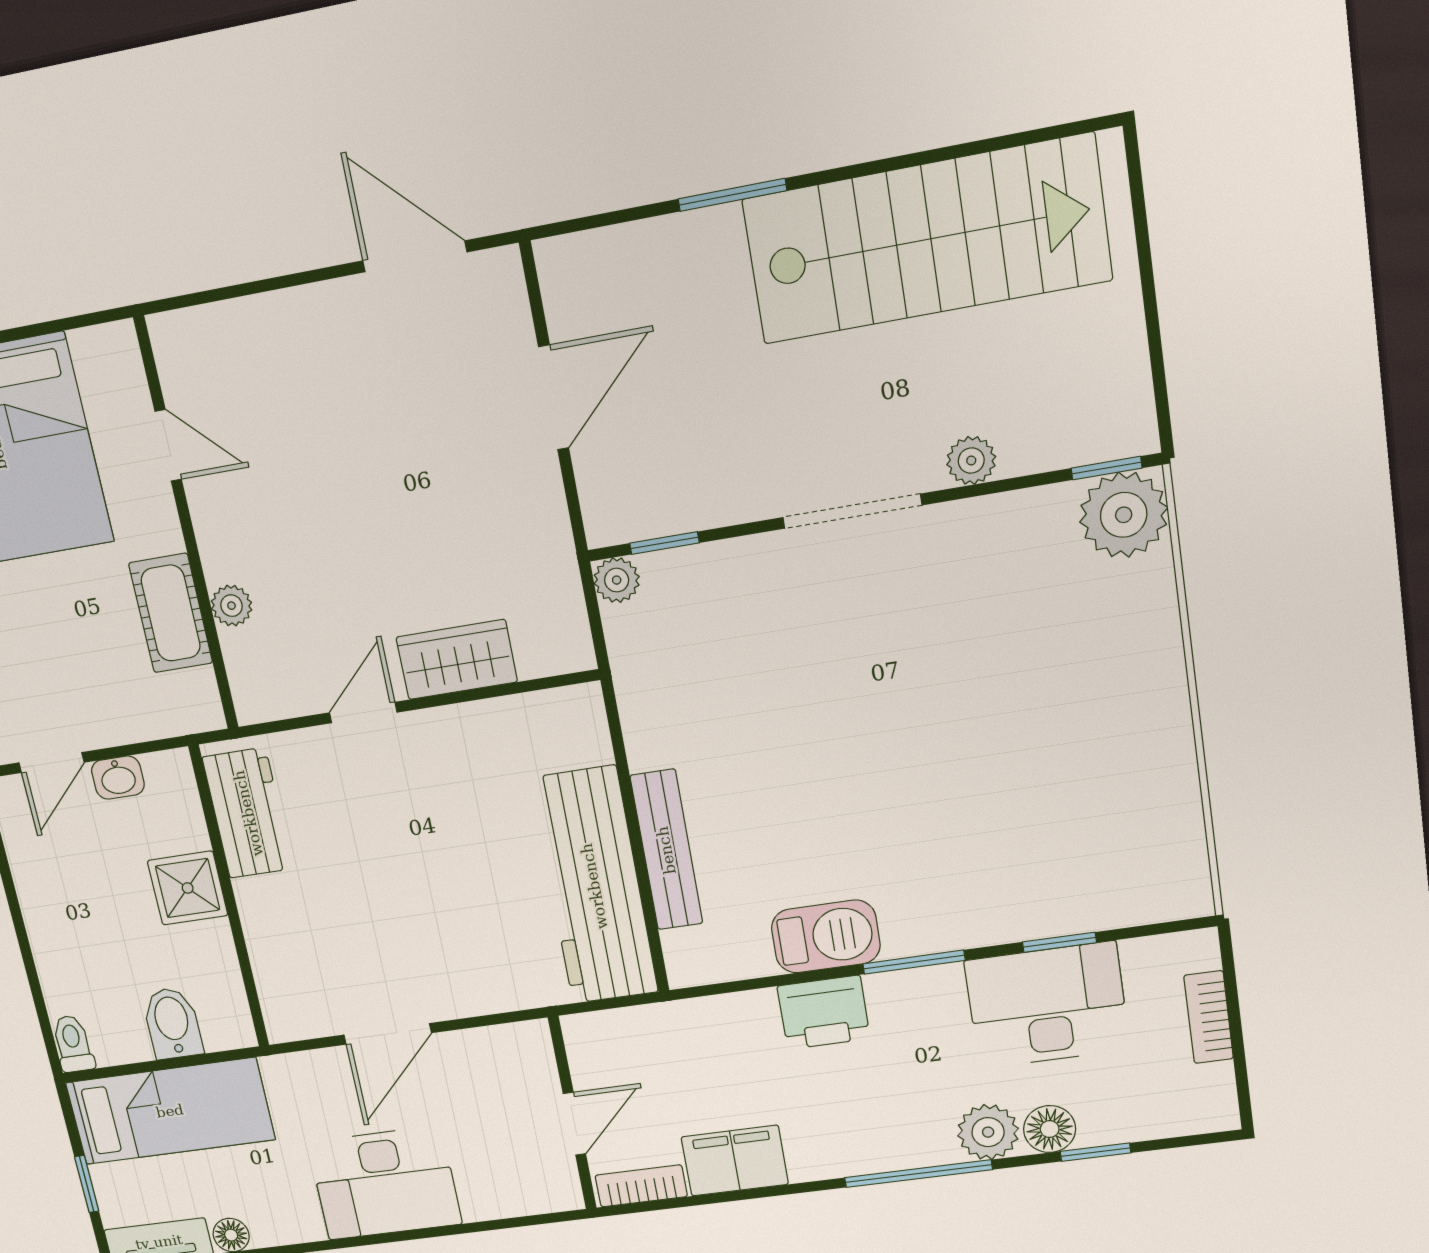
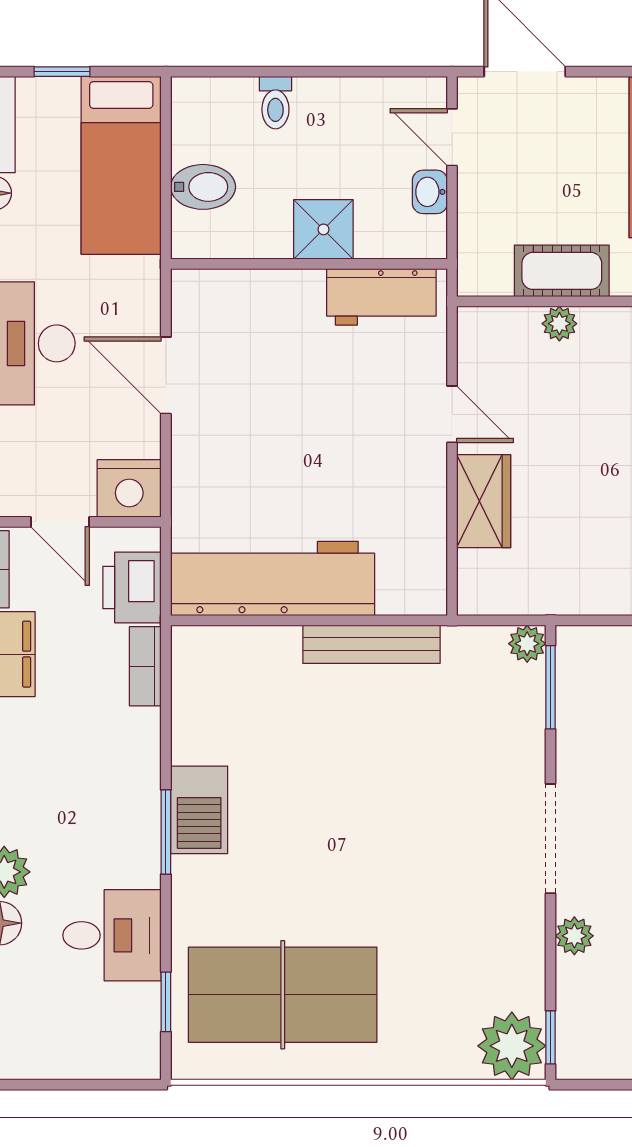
window: (665, 543) -> (551, 687), width x1.50
table tennis table: (1094, 801) -> (283, 995), added
bench: (666, 850) -> (371, 644), moved
barbecue: (826, 937) -> (199, 810), moved
window: (1059, 942) -> (166, 1002), moved
desk: (1047, 1005) -> (112, 935), width x0.73
printer: (824, 1012) -> (132, 588), moved
bookcase: (1209, 1017) -> (145, 666), moved, turned -90
toilet: (73, 1044) -> (275, 103), moved, turned 90
nightstand: (522, 1056) -> (129, 488), added

